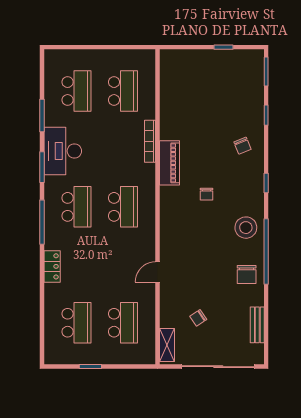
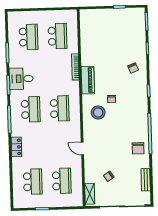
desk: (63, 151) -> (21, 79), width x0.73
stool: (246, 228) -> (98, 112), moved
door: (157, 272) -> (82, 148), hinge flipped

